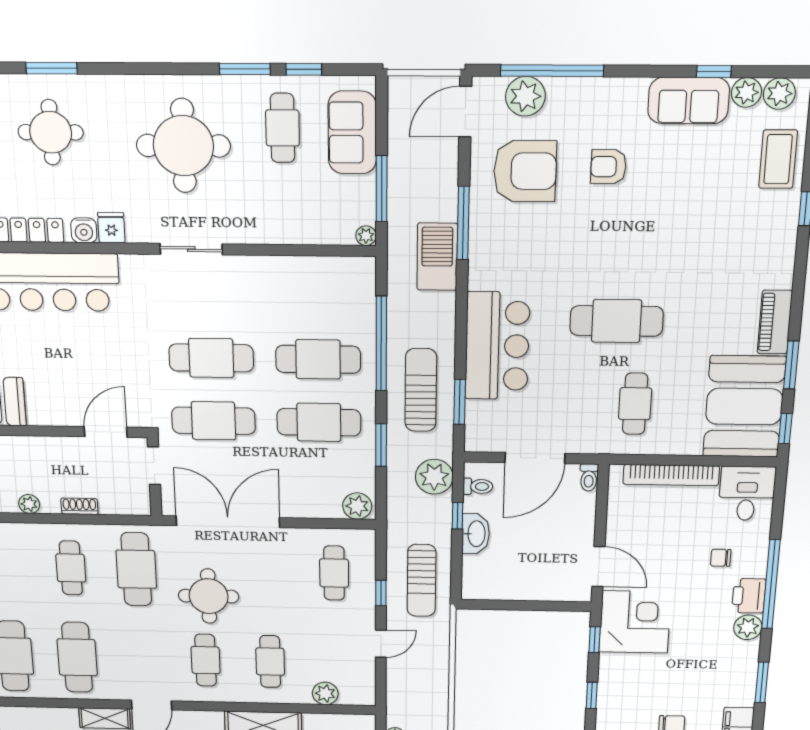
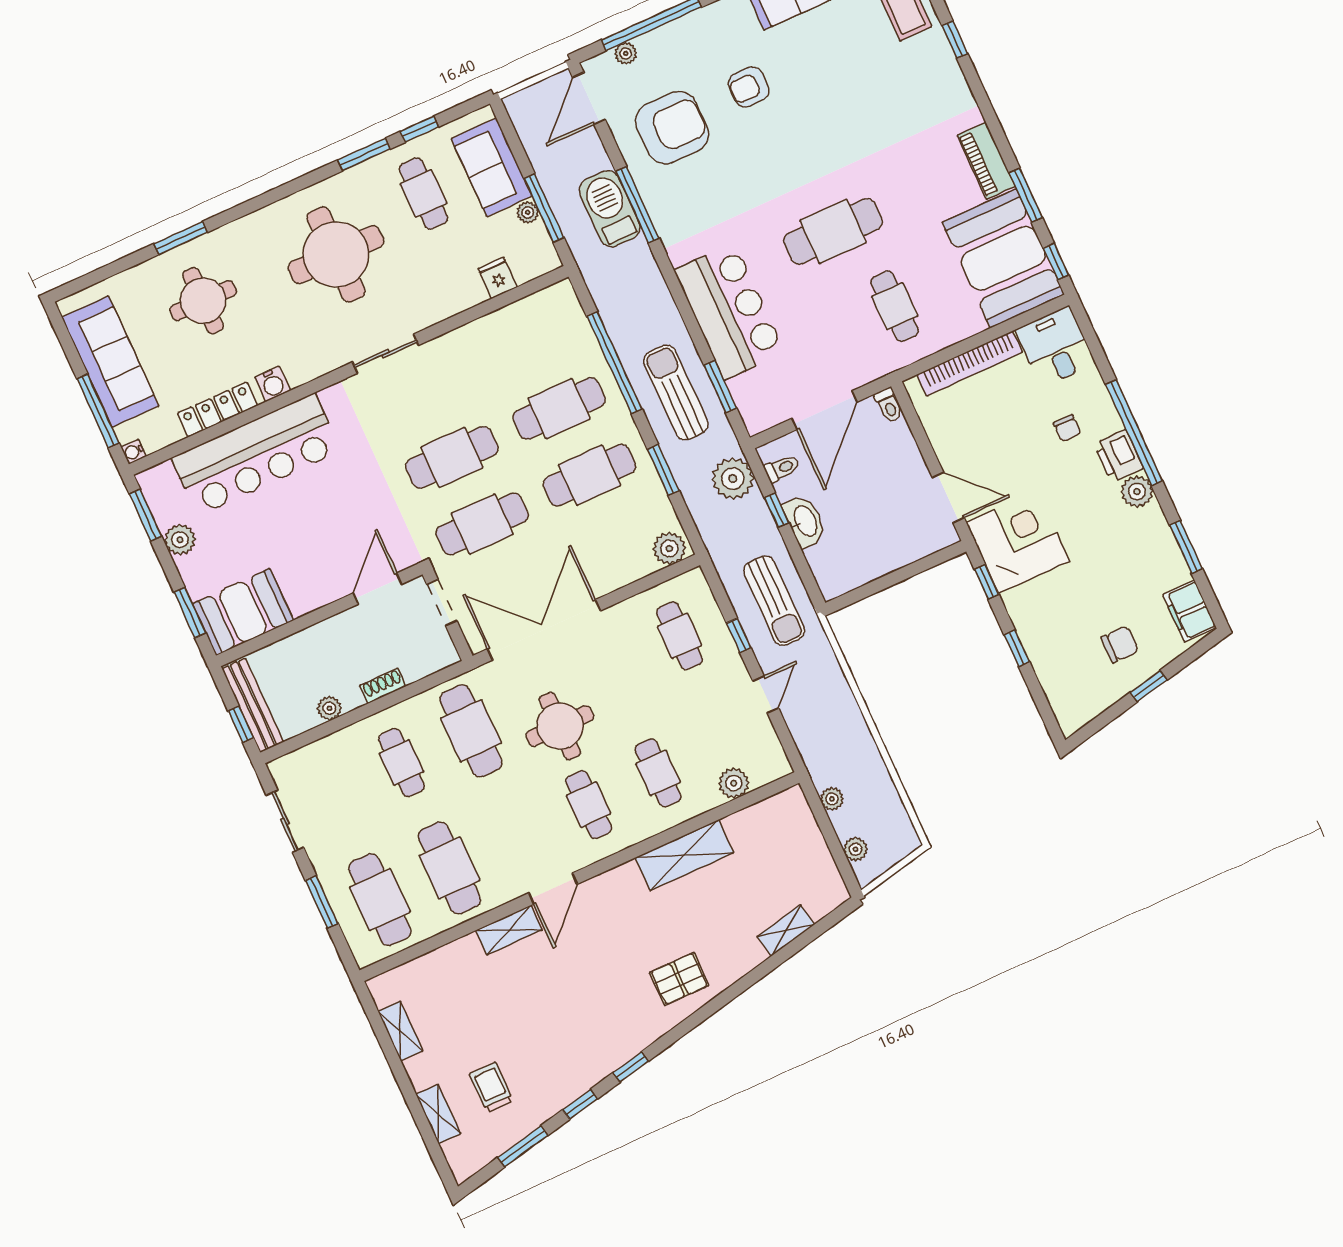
plant: (525, 96) -> (626, 53), width x0.53, depth x0.53
fridge: (111, 228) -> (498, 278), moved
plant: (366, 236) -> (528, 212), moved
barbecue: (437, 257) -> (610, 209), moved
chair: (721, 558) -> (1067, 428), turned -90

